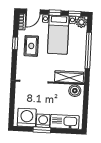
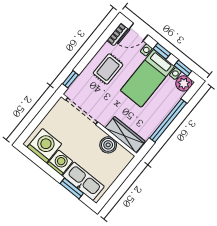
window: (15, 43) -> (70, 79), moved
boiler: (75, 91) -> (108, 145), moved
window: (42, 130) -> (72, 188), moved

